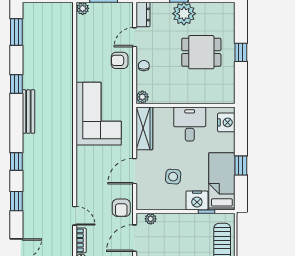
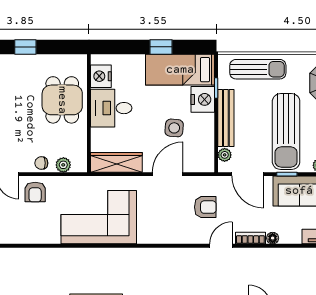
dining table: (201, 52) -> (62, 100), moved
plant: (142, 97) -> (63, 165), moved
nightstand: (226, 122) -> (101, 76), moved, turned -90
door: (135, 171) -> (168, 174), swing flipped
armchair: (121, 208) -> (205, 207), moved
bench: (181, 220) -> (226, 118), added

